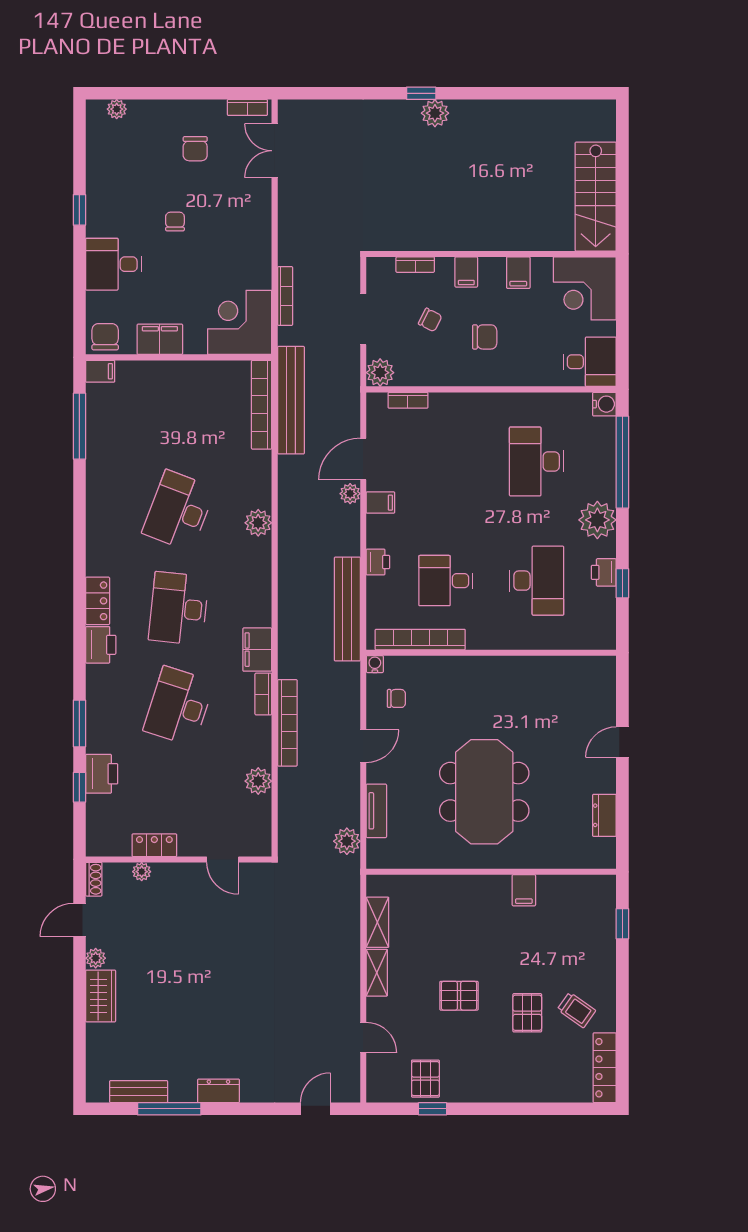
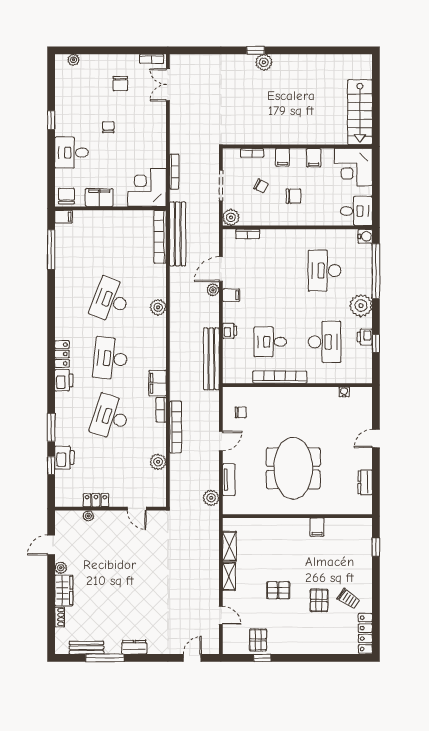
bookcase: (420, 640) -> (280, 377), moved
water cooler: (375, 664) -> (344, 392), moved
shoe rack: (94, 879) -> (60, 617), moved

